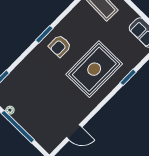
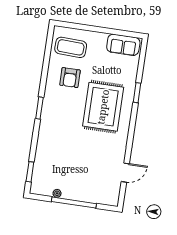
armchair: (60, 46) -> (70, 78), moved

